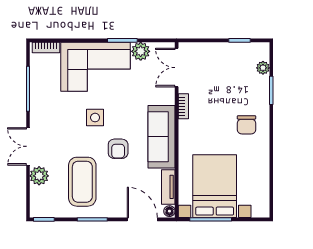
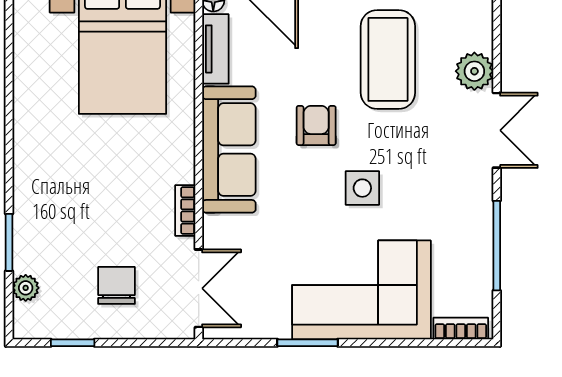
plant: (141, 51) -> (271, 321), removed
chair: (246, 125) -> (117, 285), moved

